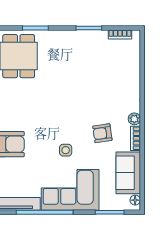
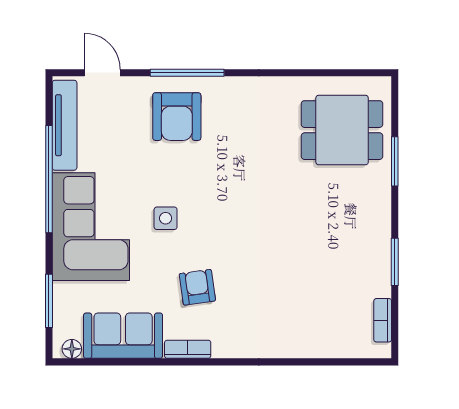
plant: (134, 119) -> (224, 347), removed

